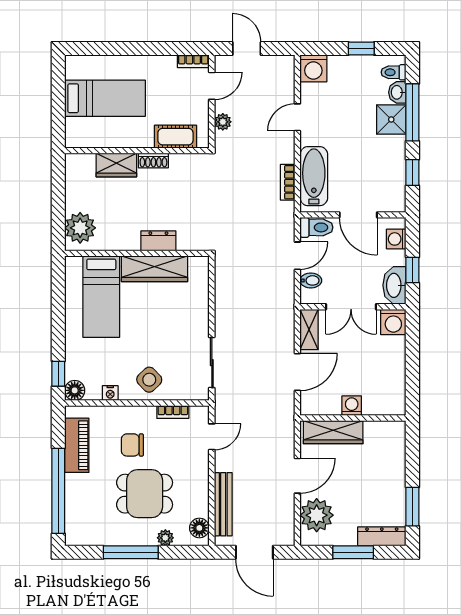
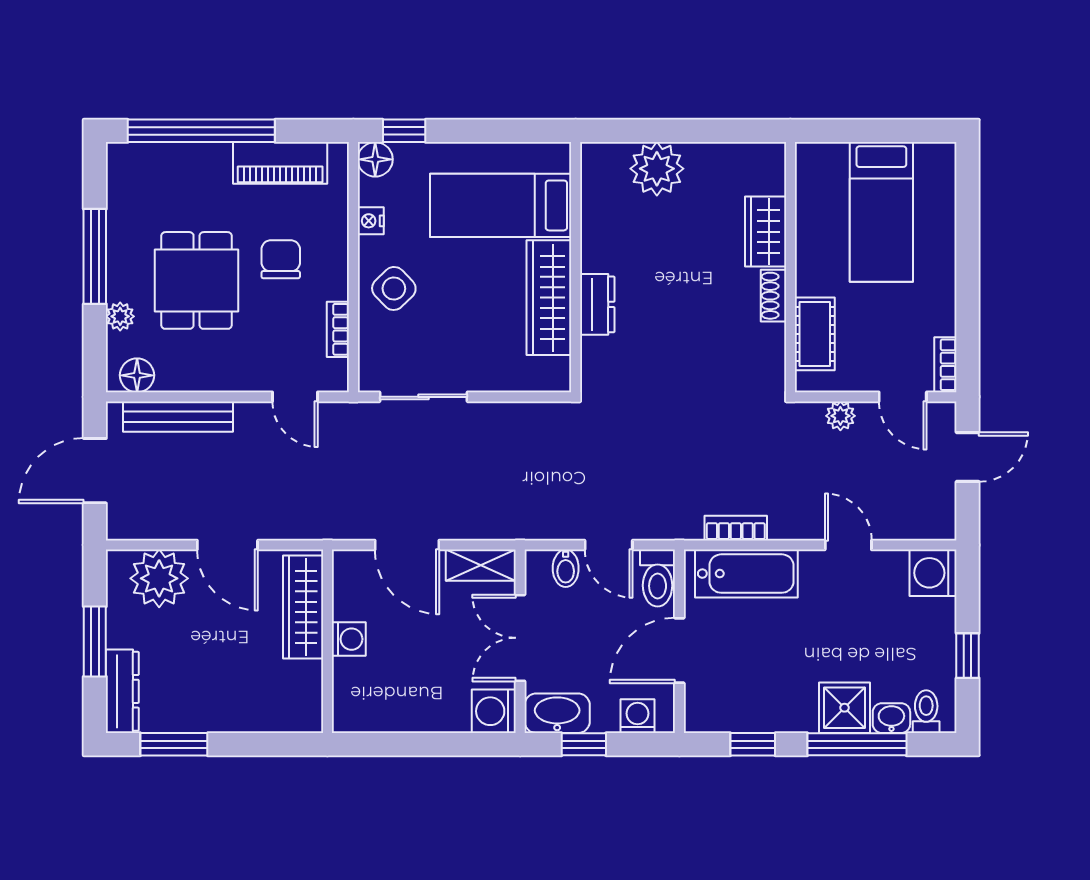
dresser: (158, 241) -> (597, 304), moved
wall: (137, 253) -> (576, 267), moved
wardrobe: (155, 269) -> (549, 298), moved
bed: (101, 297) -> (501, 205), moved

